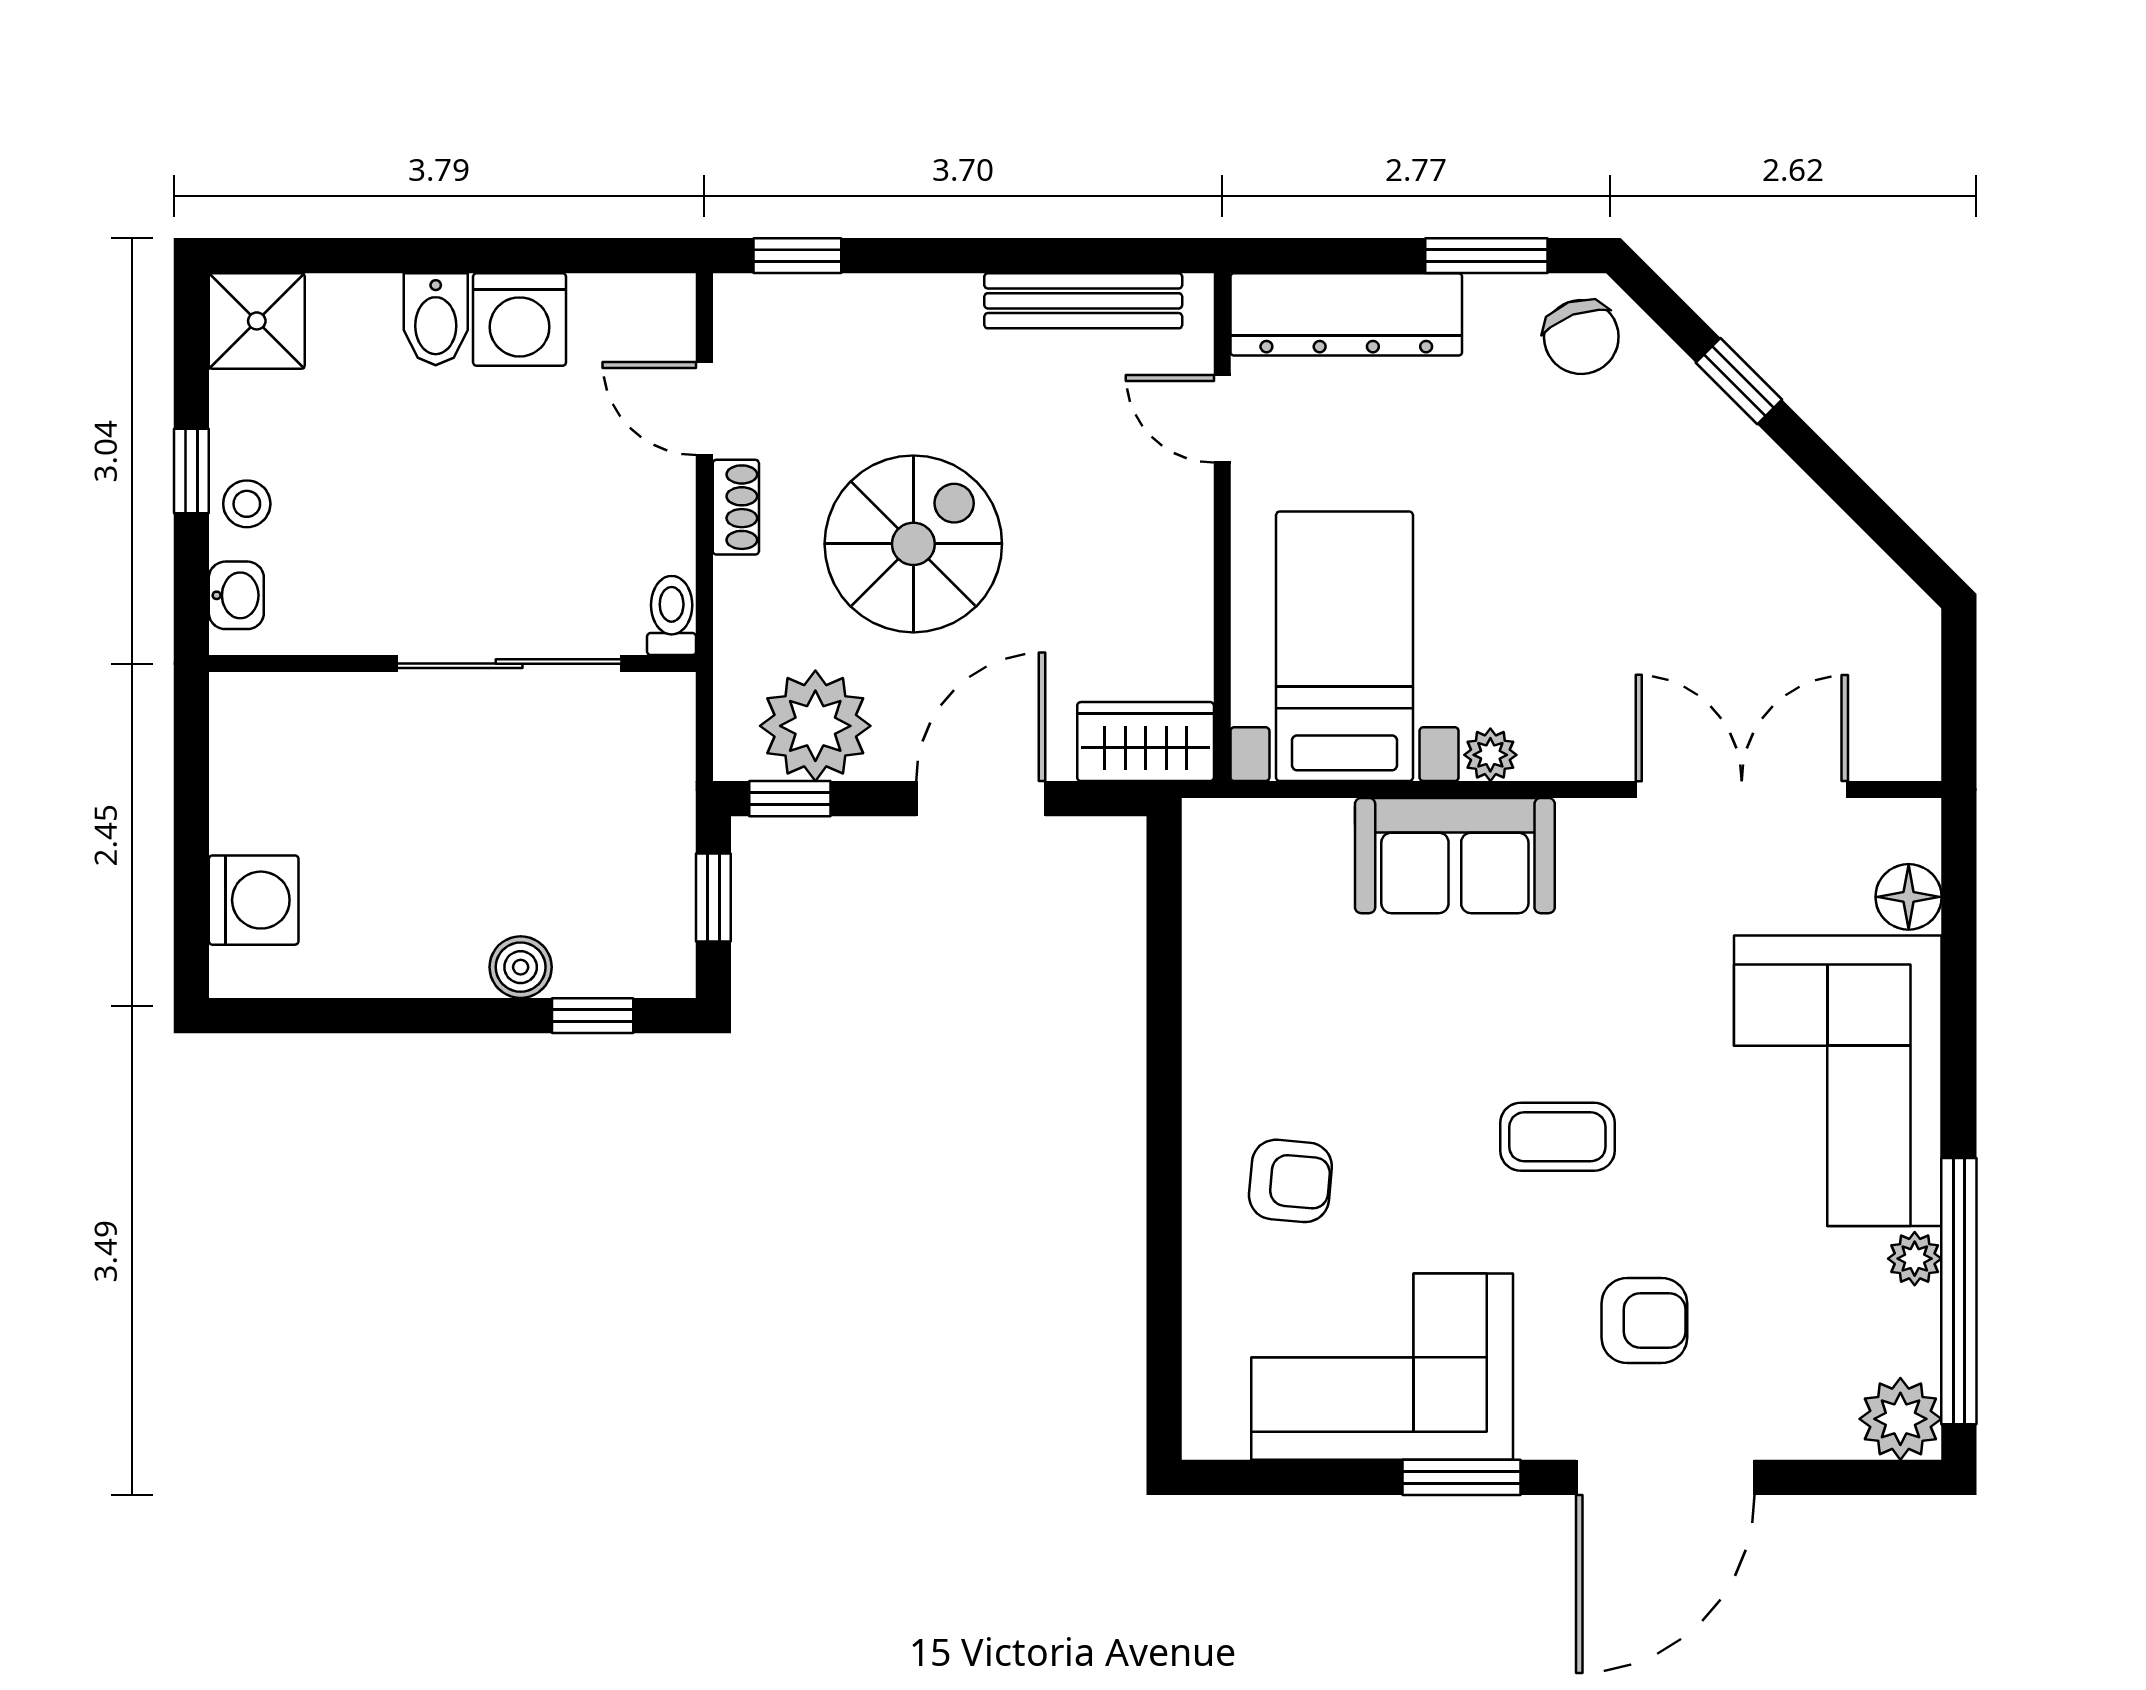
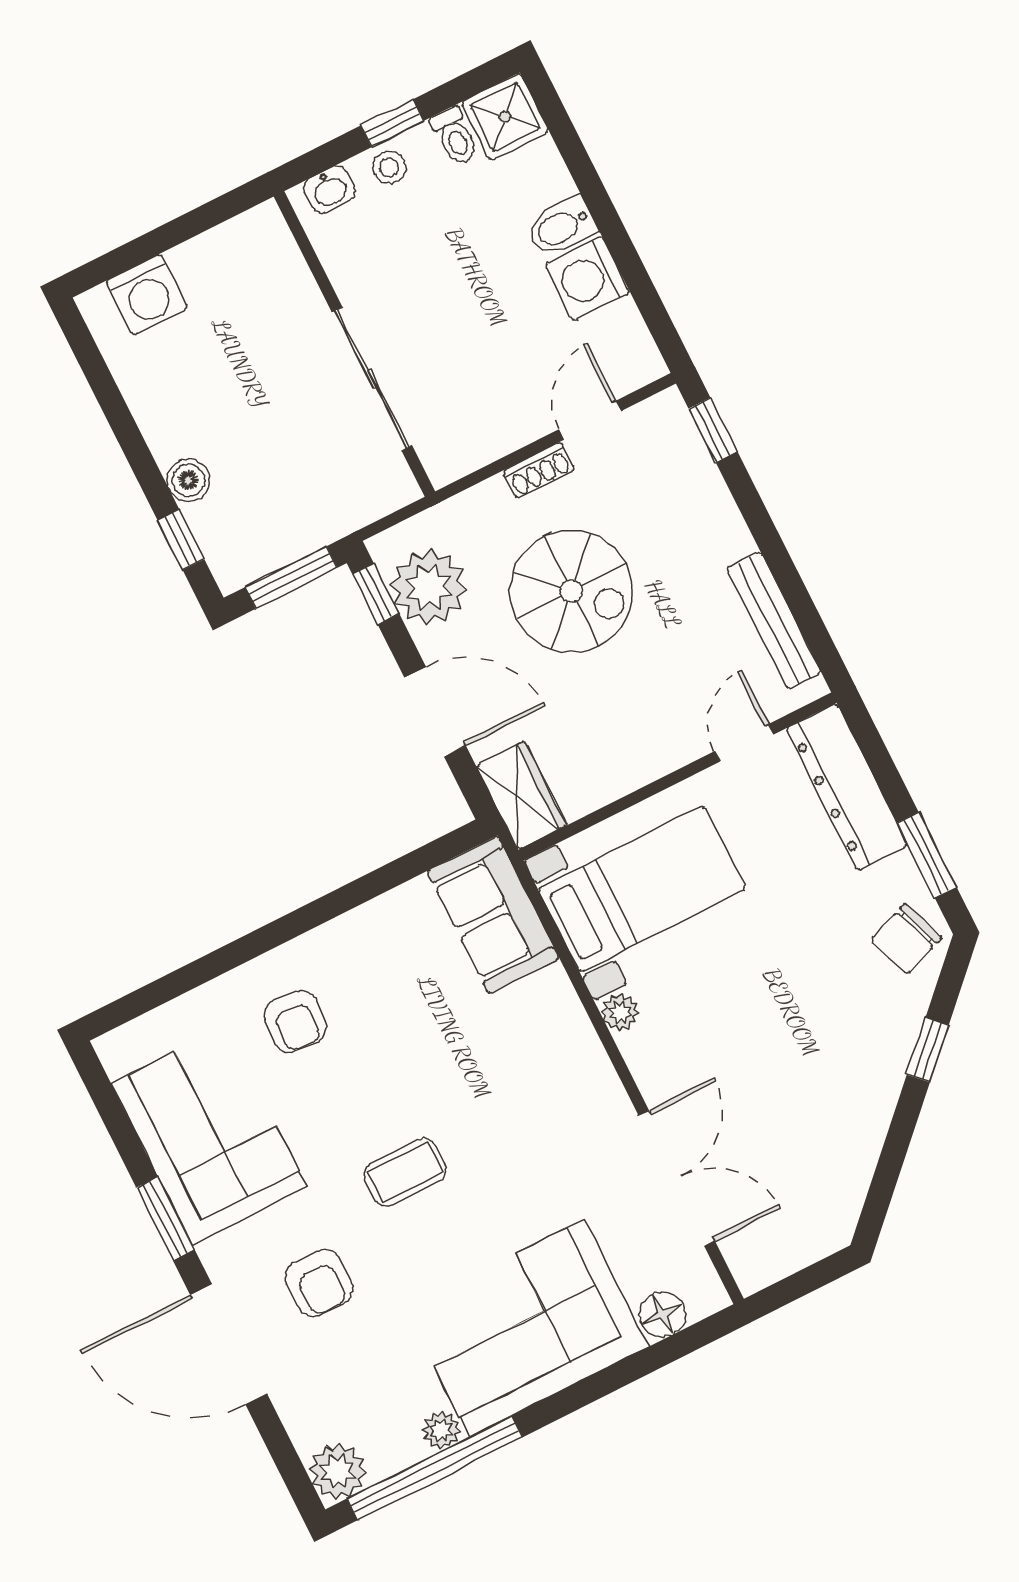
toilet: (672, 615) -> (455, 136), moved, turned 90
sofa: (1455, 856) -> (493, 915), moved
window: (713, 897) -> (291, 577), width x1.50
coffee table: (1557, 1137) -> (405, 1172), turned 90

